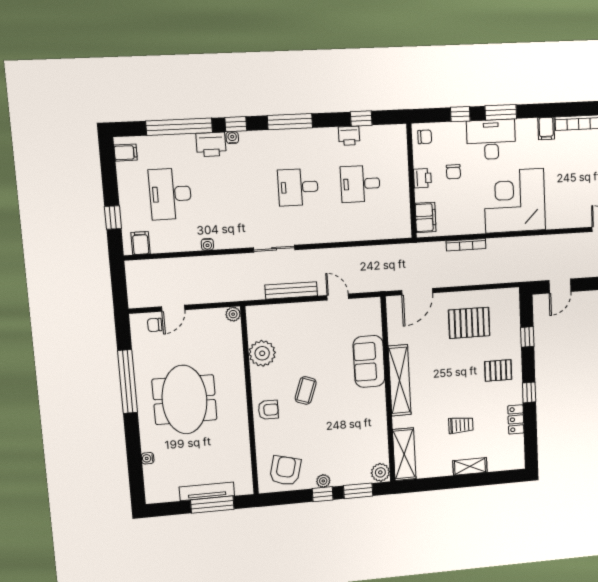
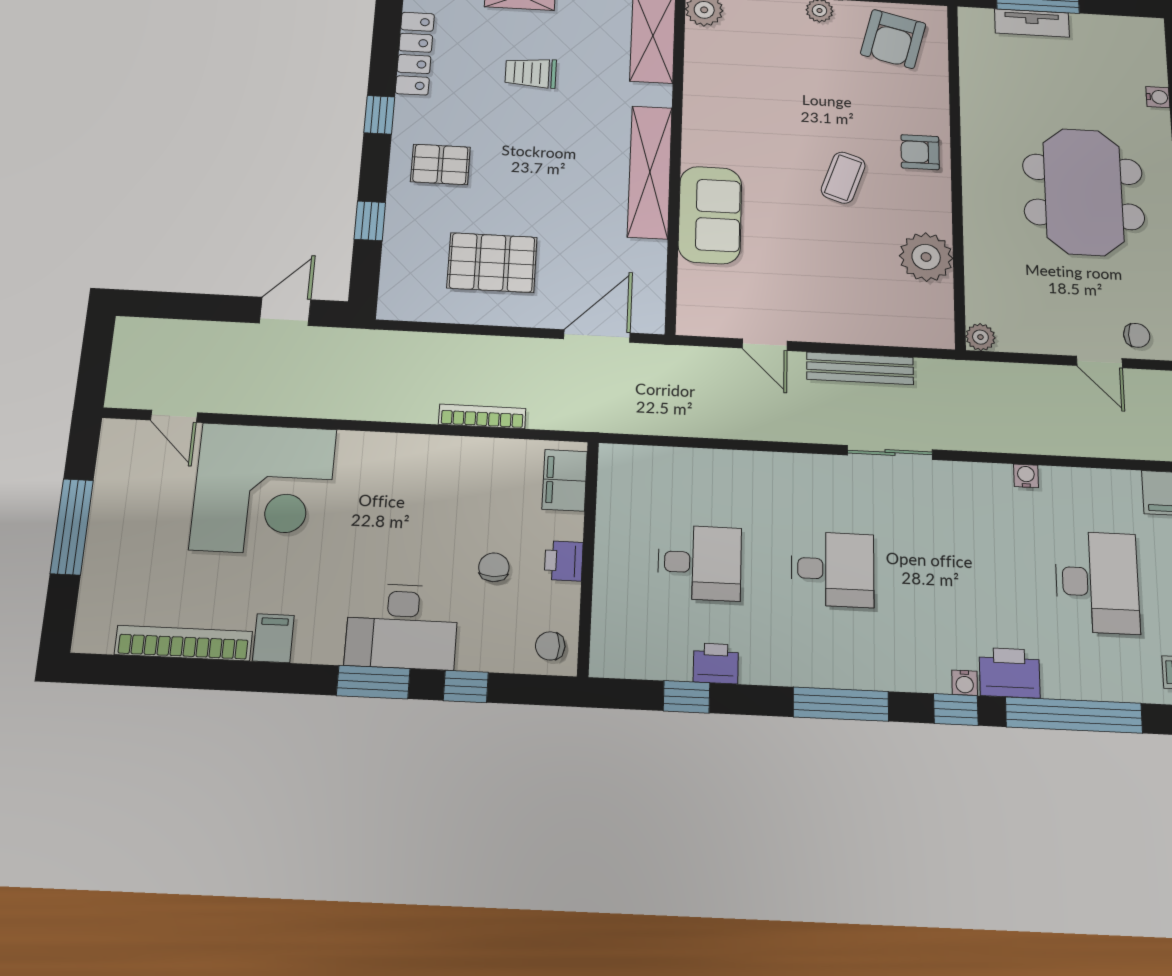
corner desk: (515, 201) -> (263, 489), moved
door: (173, 308) -> (1099, 362), swing flipped
locker: (516, 419) -> (415, 53), width x1.53
tv unit: (207, 491) -> (1032, 23), width x0.71

